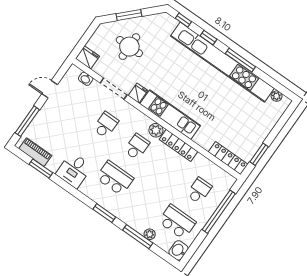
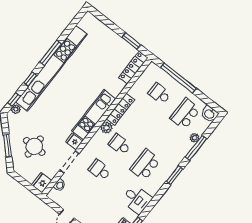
plant: (277, 96) -> (16, 109), moved

